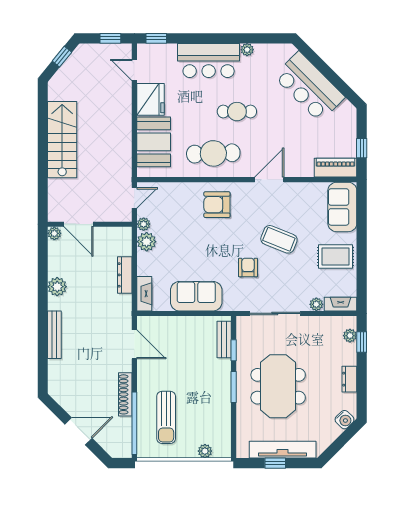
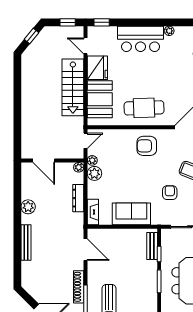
cafe table: (237, 112) -> (162, 77), removed
stairs: (62, 140) -> (73, 87), moved, turned 180
plant: (54, 233) -> (79, 167), moved

